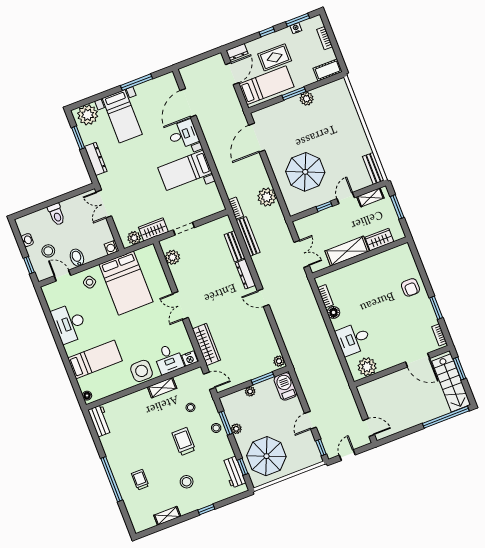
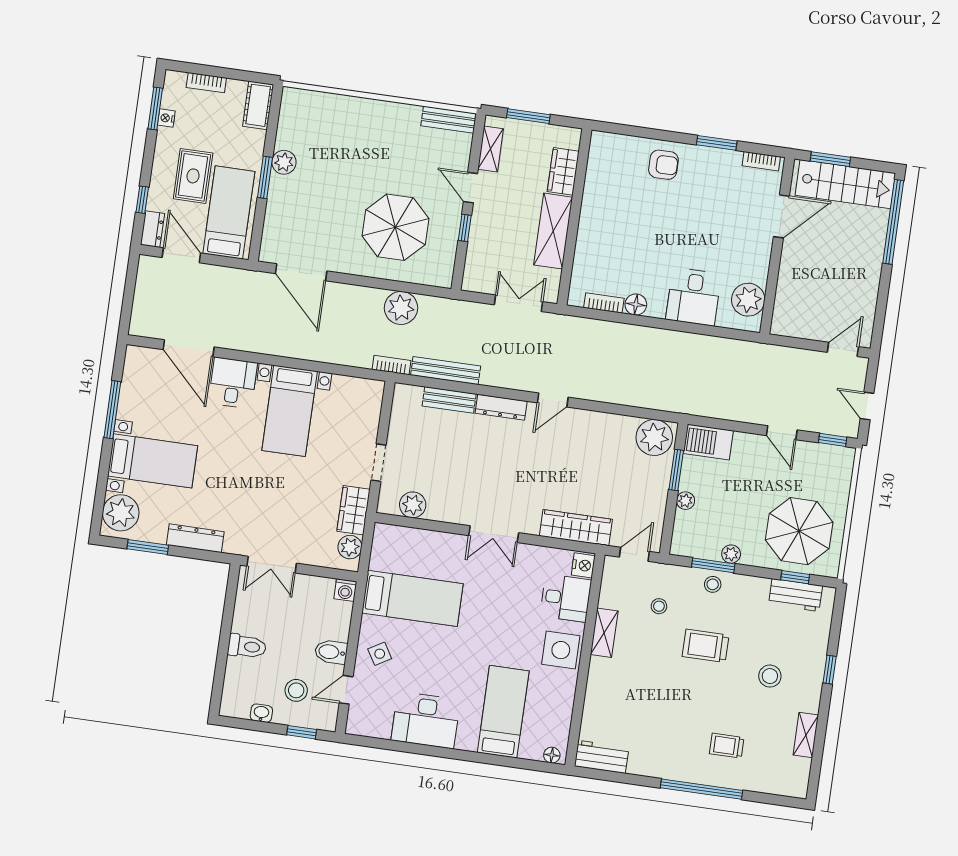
window: (267, 32) -> (142, 200), moved
bed: (126, 283) -> (412, 598), width x0.67
plant: (279, 361) -> (654, 437), width x1.88, depth x1.88

